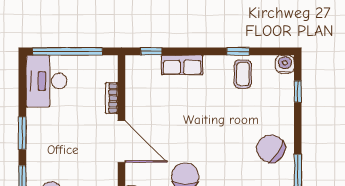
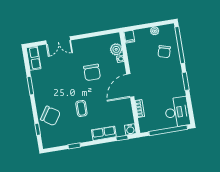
water cooler: (285, 64) -> (130, 129), moved
coffee table: (243, 74) -> (81, 108), moved
door: (122, 142) -> (130, 86), hinge flipped
chair: (271, 149) -> (50, 116), moved

